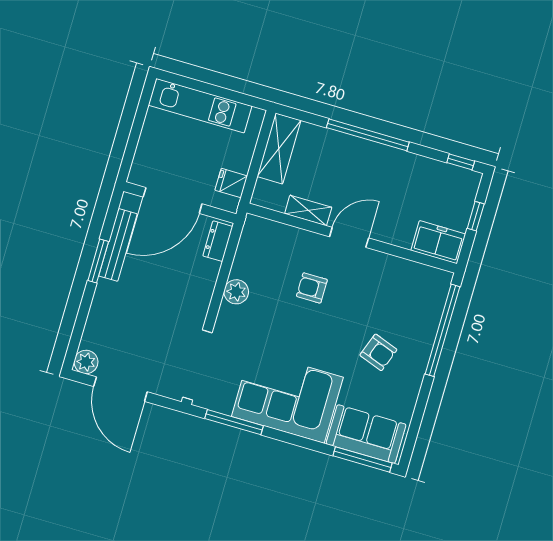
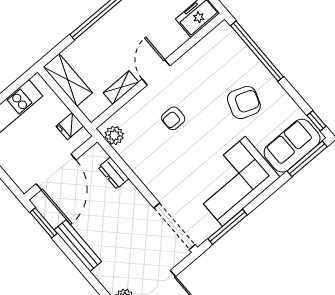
dresser: (218, 241) -> (114, 173), moved
bench: (118, 245) -> (78, 246), moved
window: (98, 261) -> (44, 223), moved
plant: (236, 292) -> (114, 135), moved
armchair: (378, 352) -> (244, 102), width x1.38, depth x1.38
window: (410, 443) -> (317, 121), added

